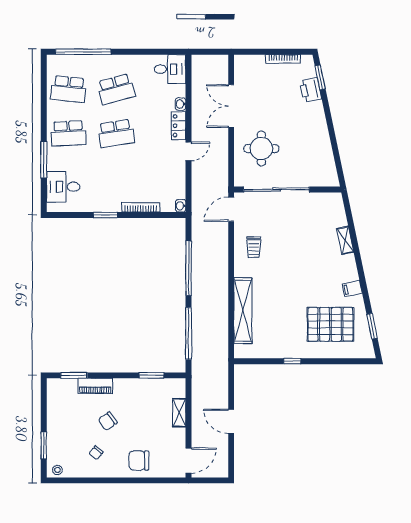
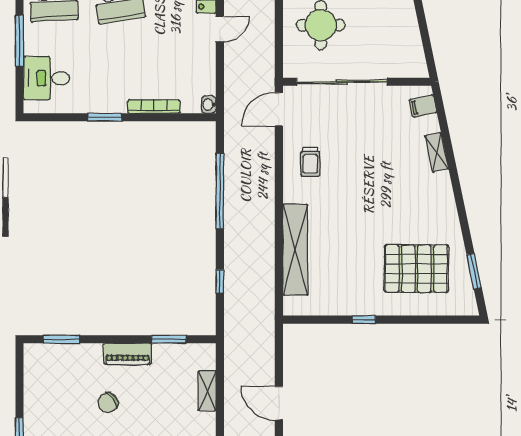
filing cabinet: (352, 288) -> (423, 106), moved
window: (189, 333) -> (220, 281), width x0.32
piano: (95, 386) -> (128, 354), moved

